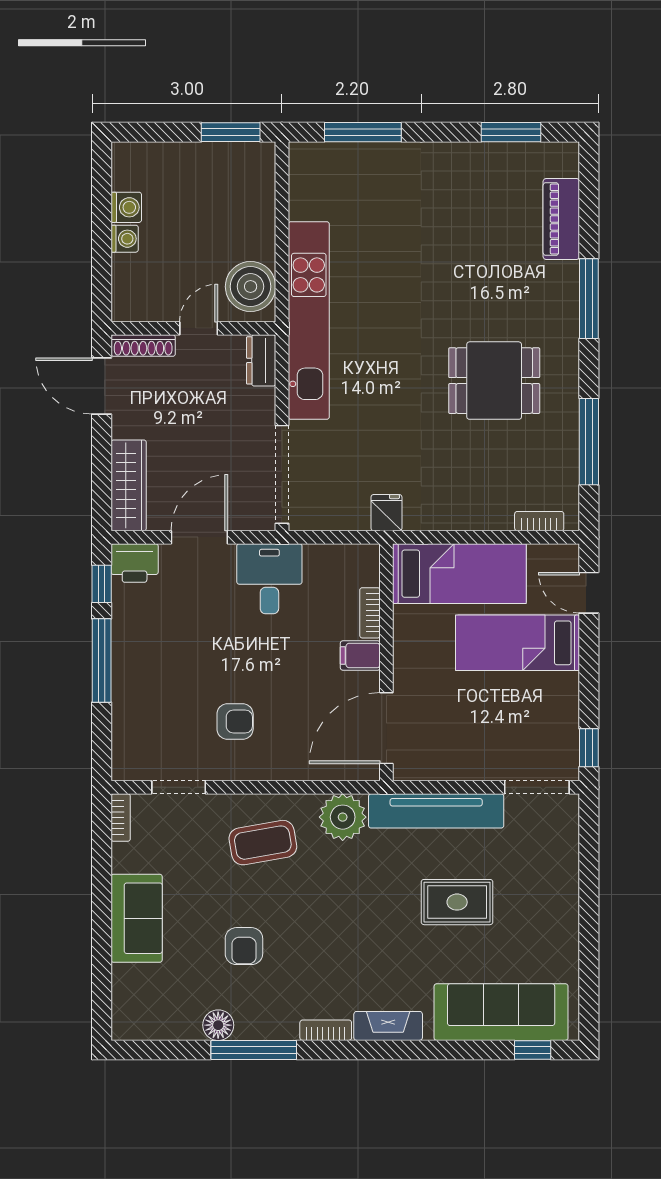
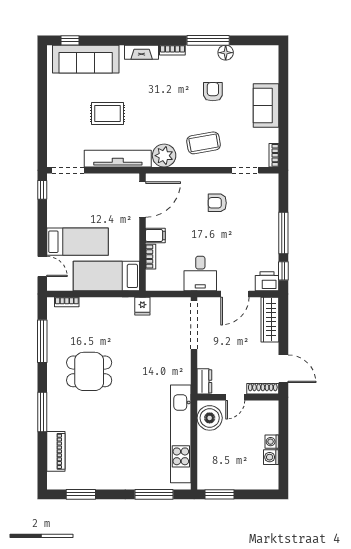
kitchen unit: (309, 320) -> (181, 434), moved

